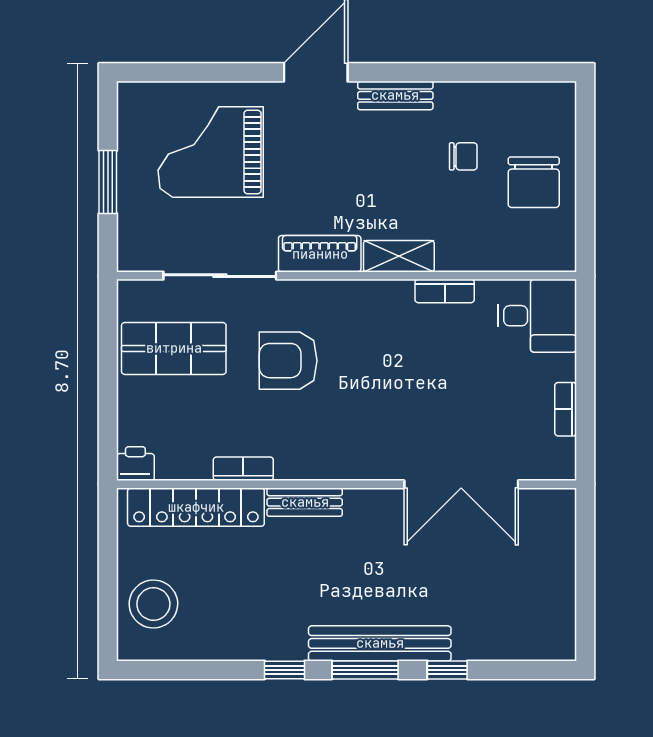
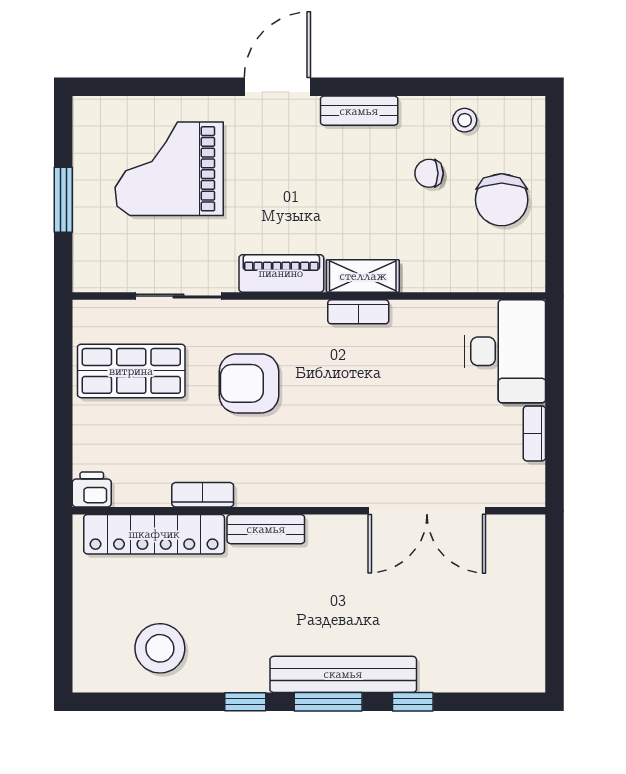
stool: (498, 105) -> (465, 120), added
chair: (463, 156) -> (429, 173), turned 180
sliding door: (220, 276) -> (179, 296), width x0.73
bookcase: (445, 291) -> (358, 312), moved
desk: (537, 316) -> (505, 351), width x1.37
stool: (153, 604) -> (160, 648), moved

